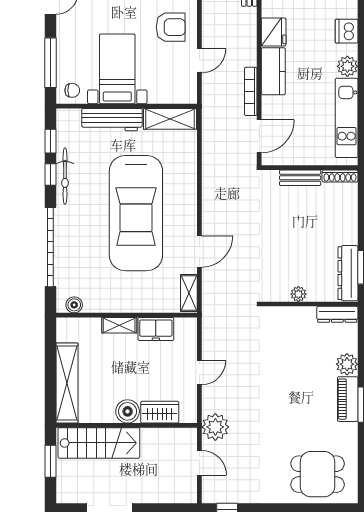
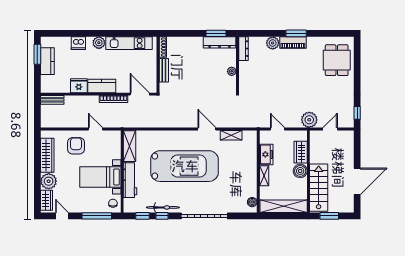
boiler: (74, 305) -> (252, 202), moved
wall: (127, 315) -> (258, 172), moved
shelving: (119, 325) -> (264, 176), moved
freezer: (156, 329) -> (266, 154), moved

